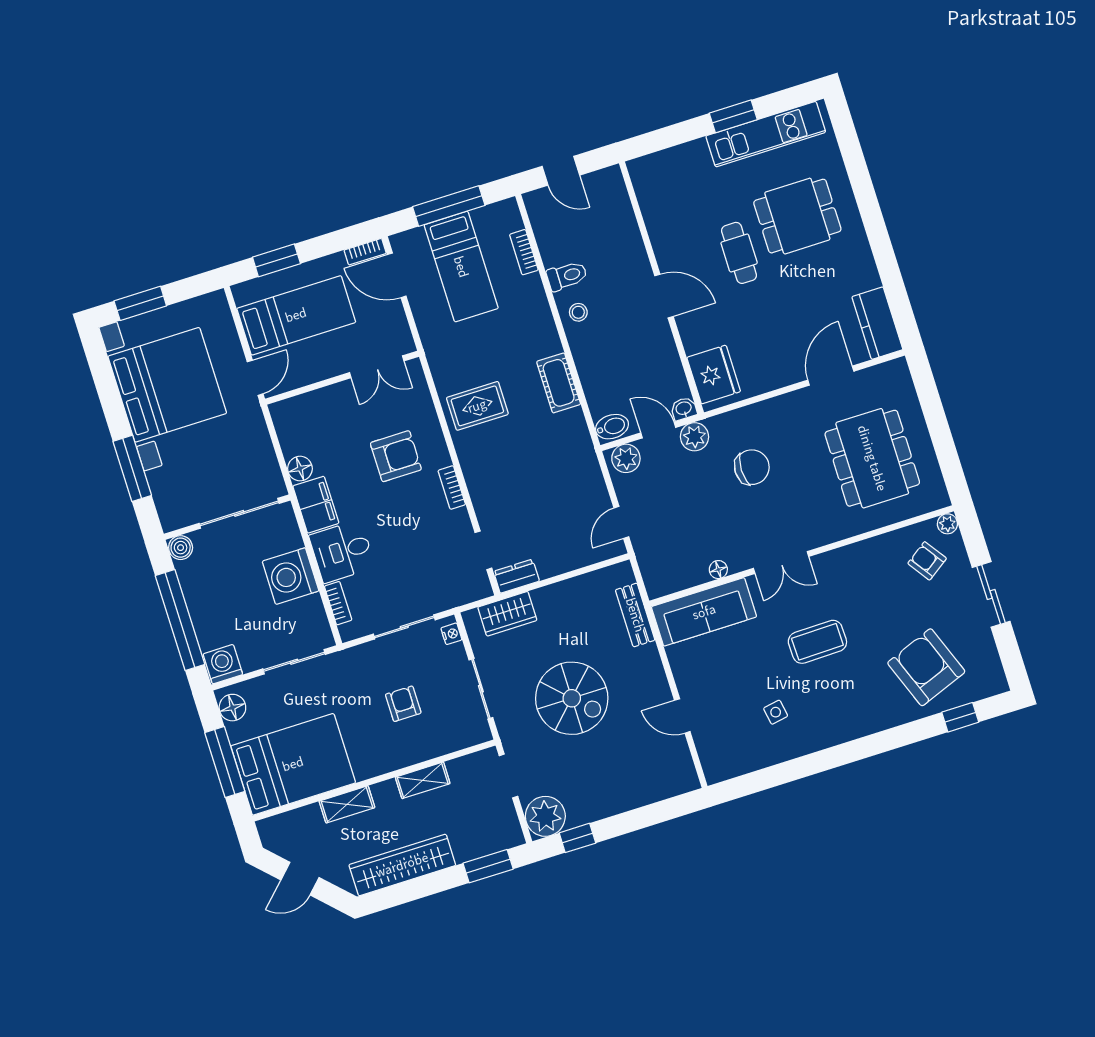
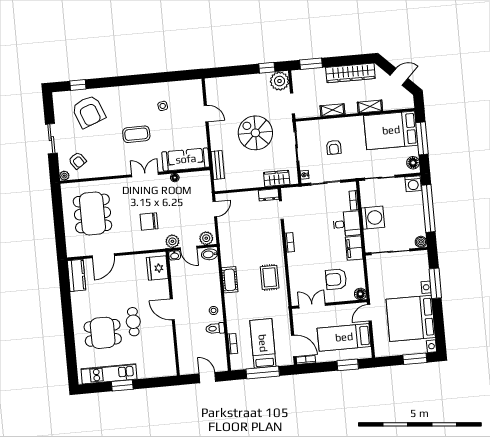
rug: (477, 406) -> (270, 277), turned 90
armchair: (396, 456) -> (336, 279), moved
floor lamp: (300, 469) -> (360, 294), moved

